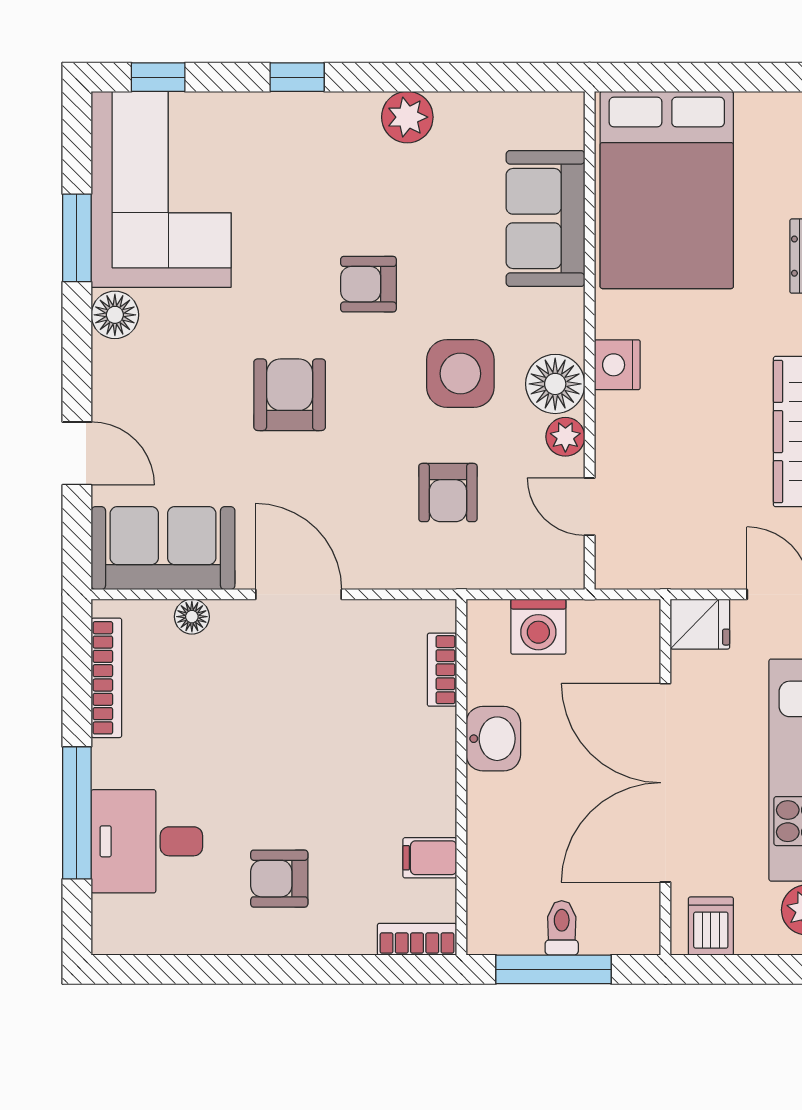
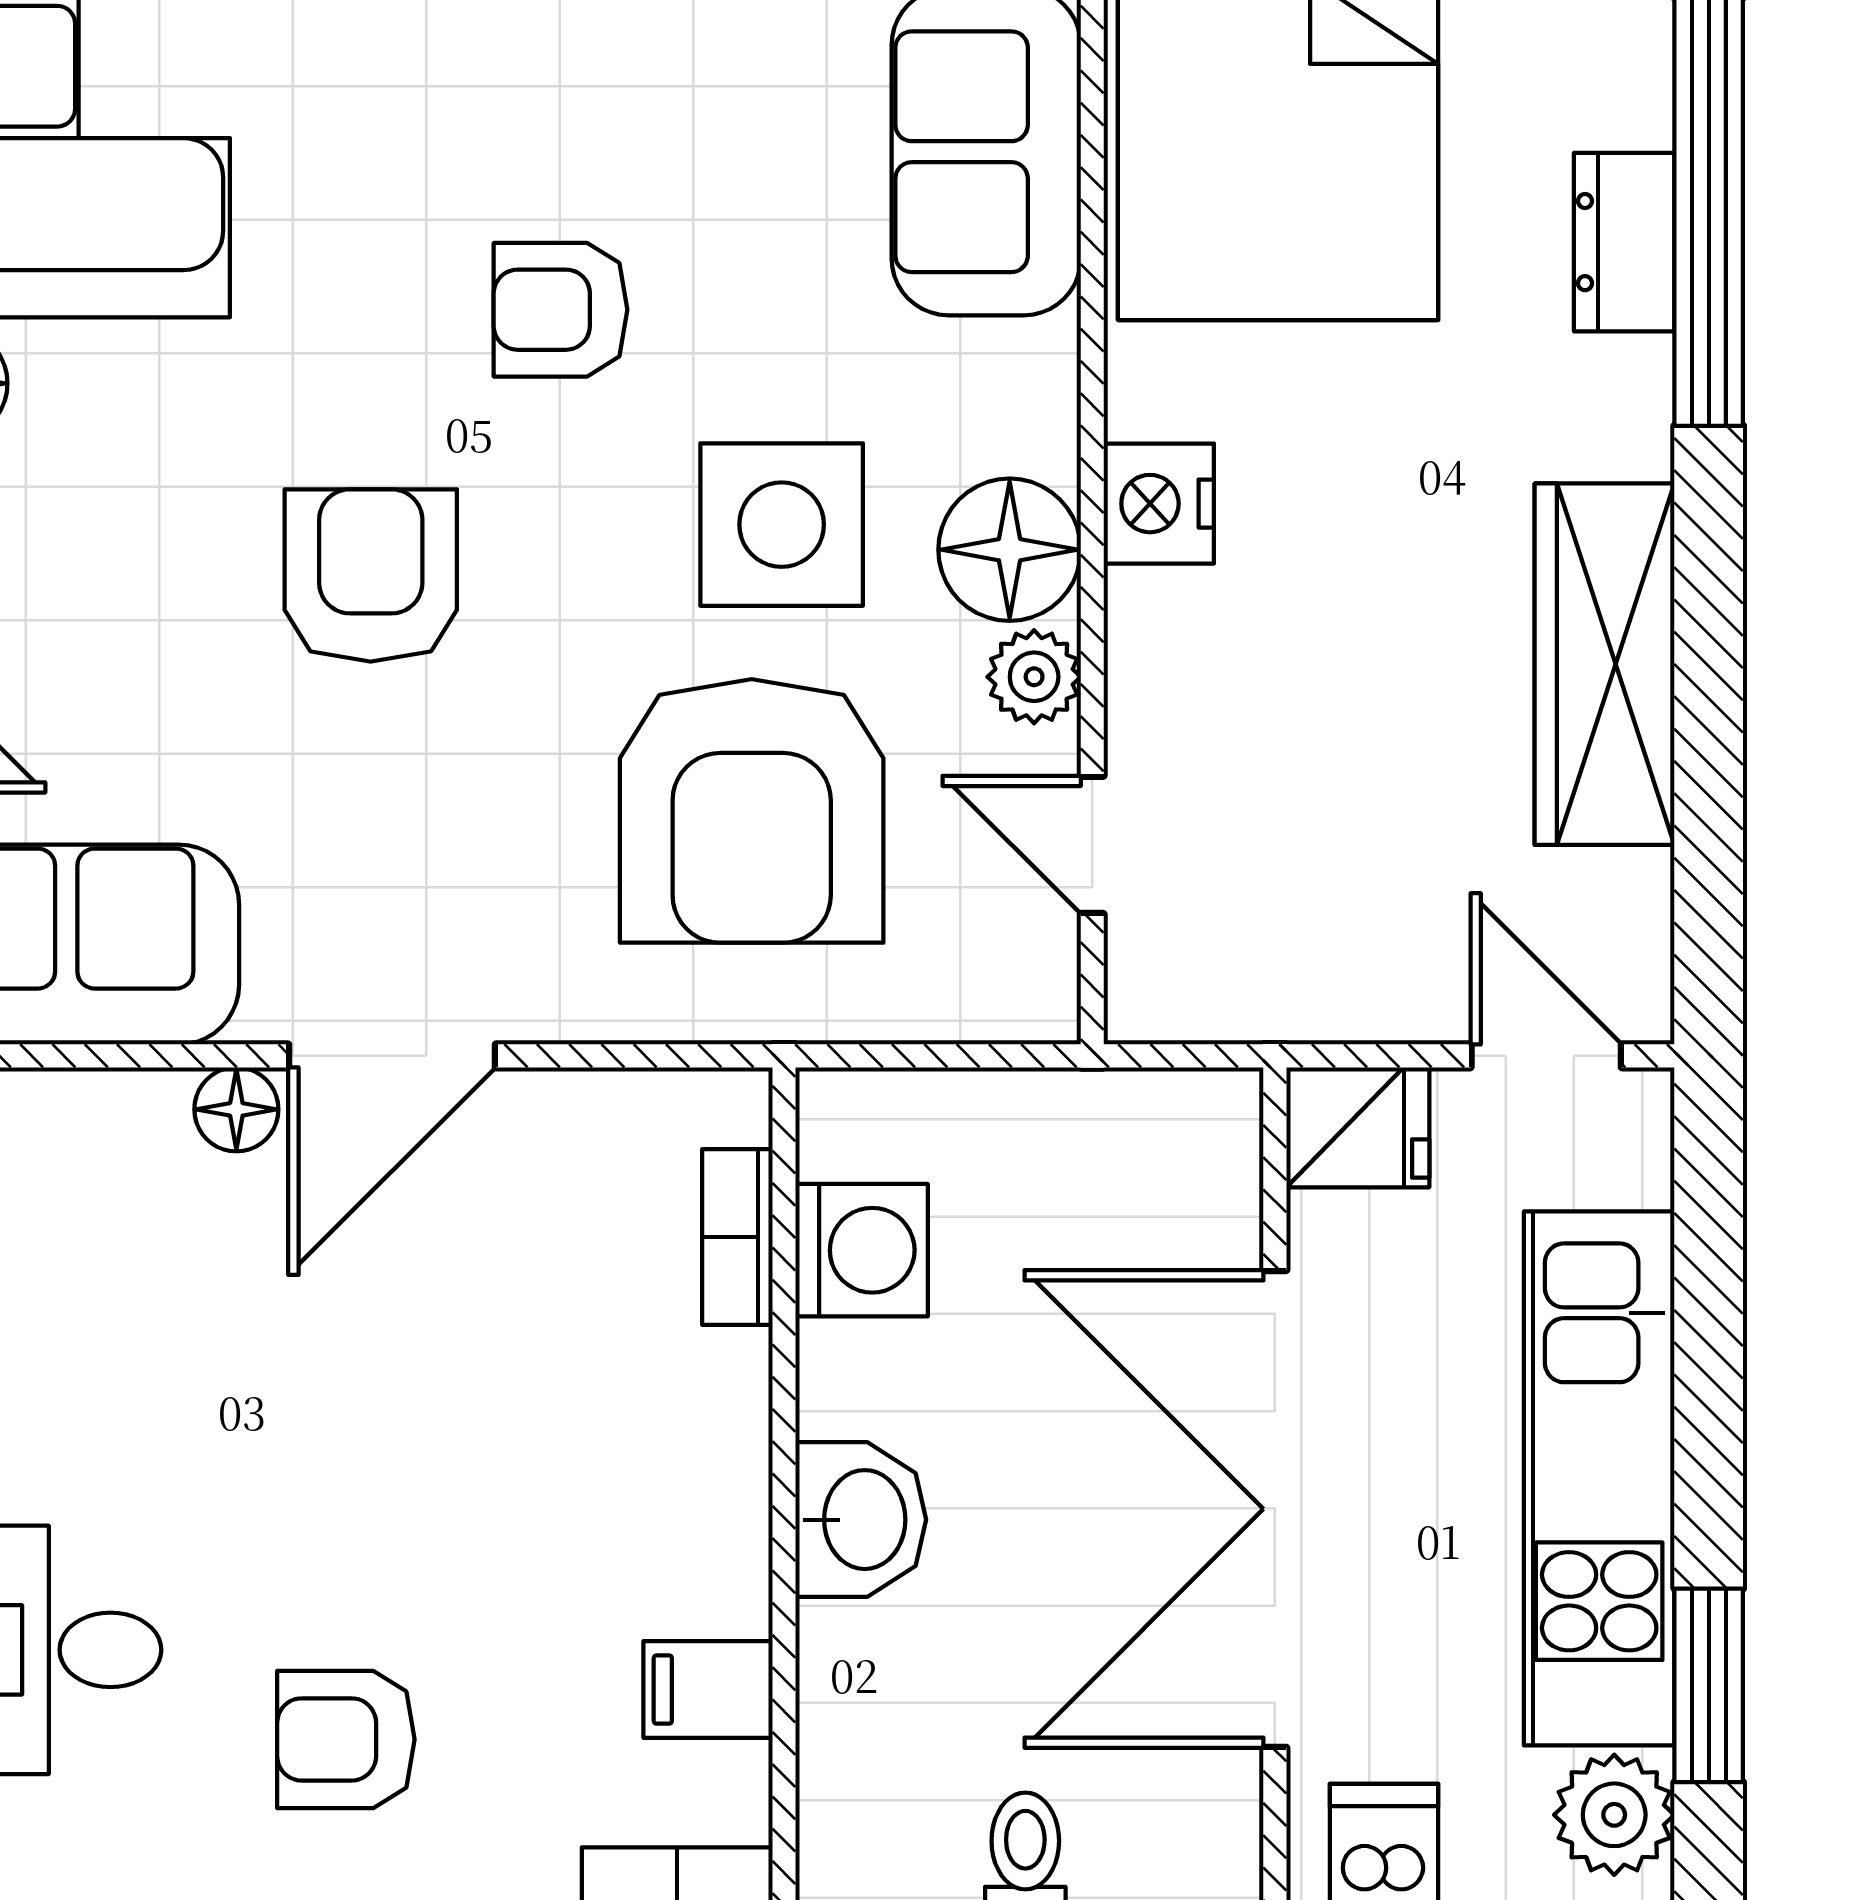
armchair: (448, 493) -> (752, 811), width x1.88, depth x1.88
door: (298, 594) -> (392, 1056), swing flipped
floor lamp: (192, 617) -> (236, 1109), moved
washing machine: (538, 627) -> (862, 1250), moved, turned -90
washbasin: (493, 739) -> (861, 1520), moved

